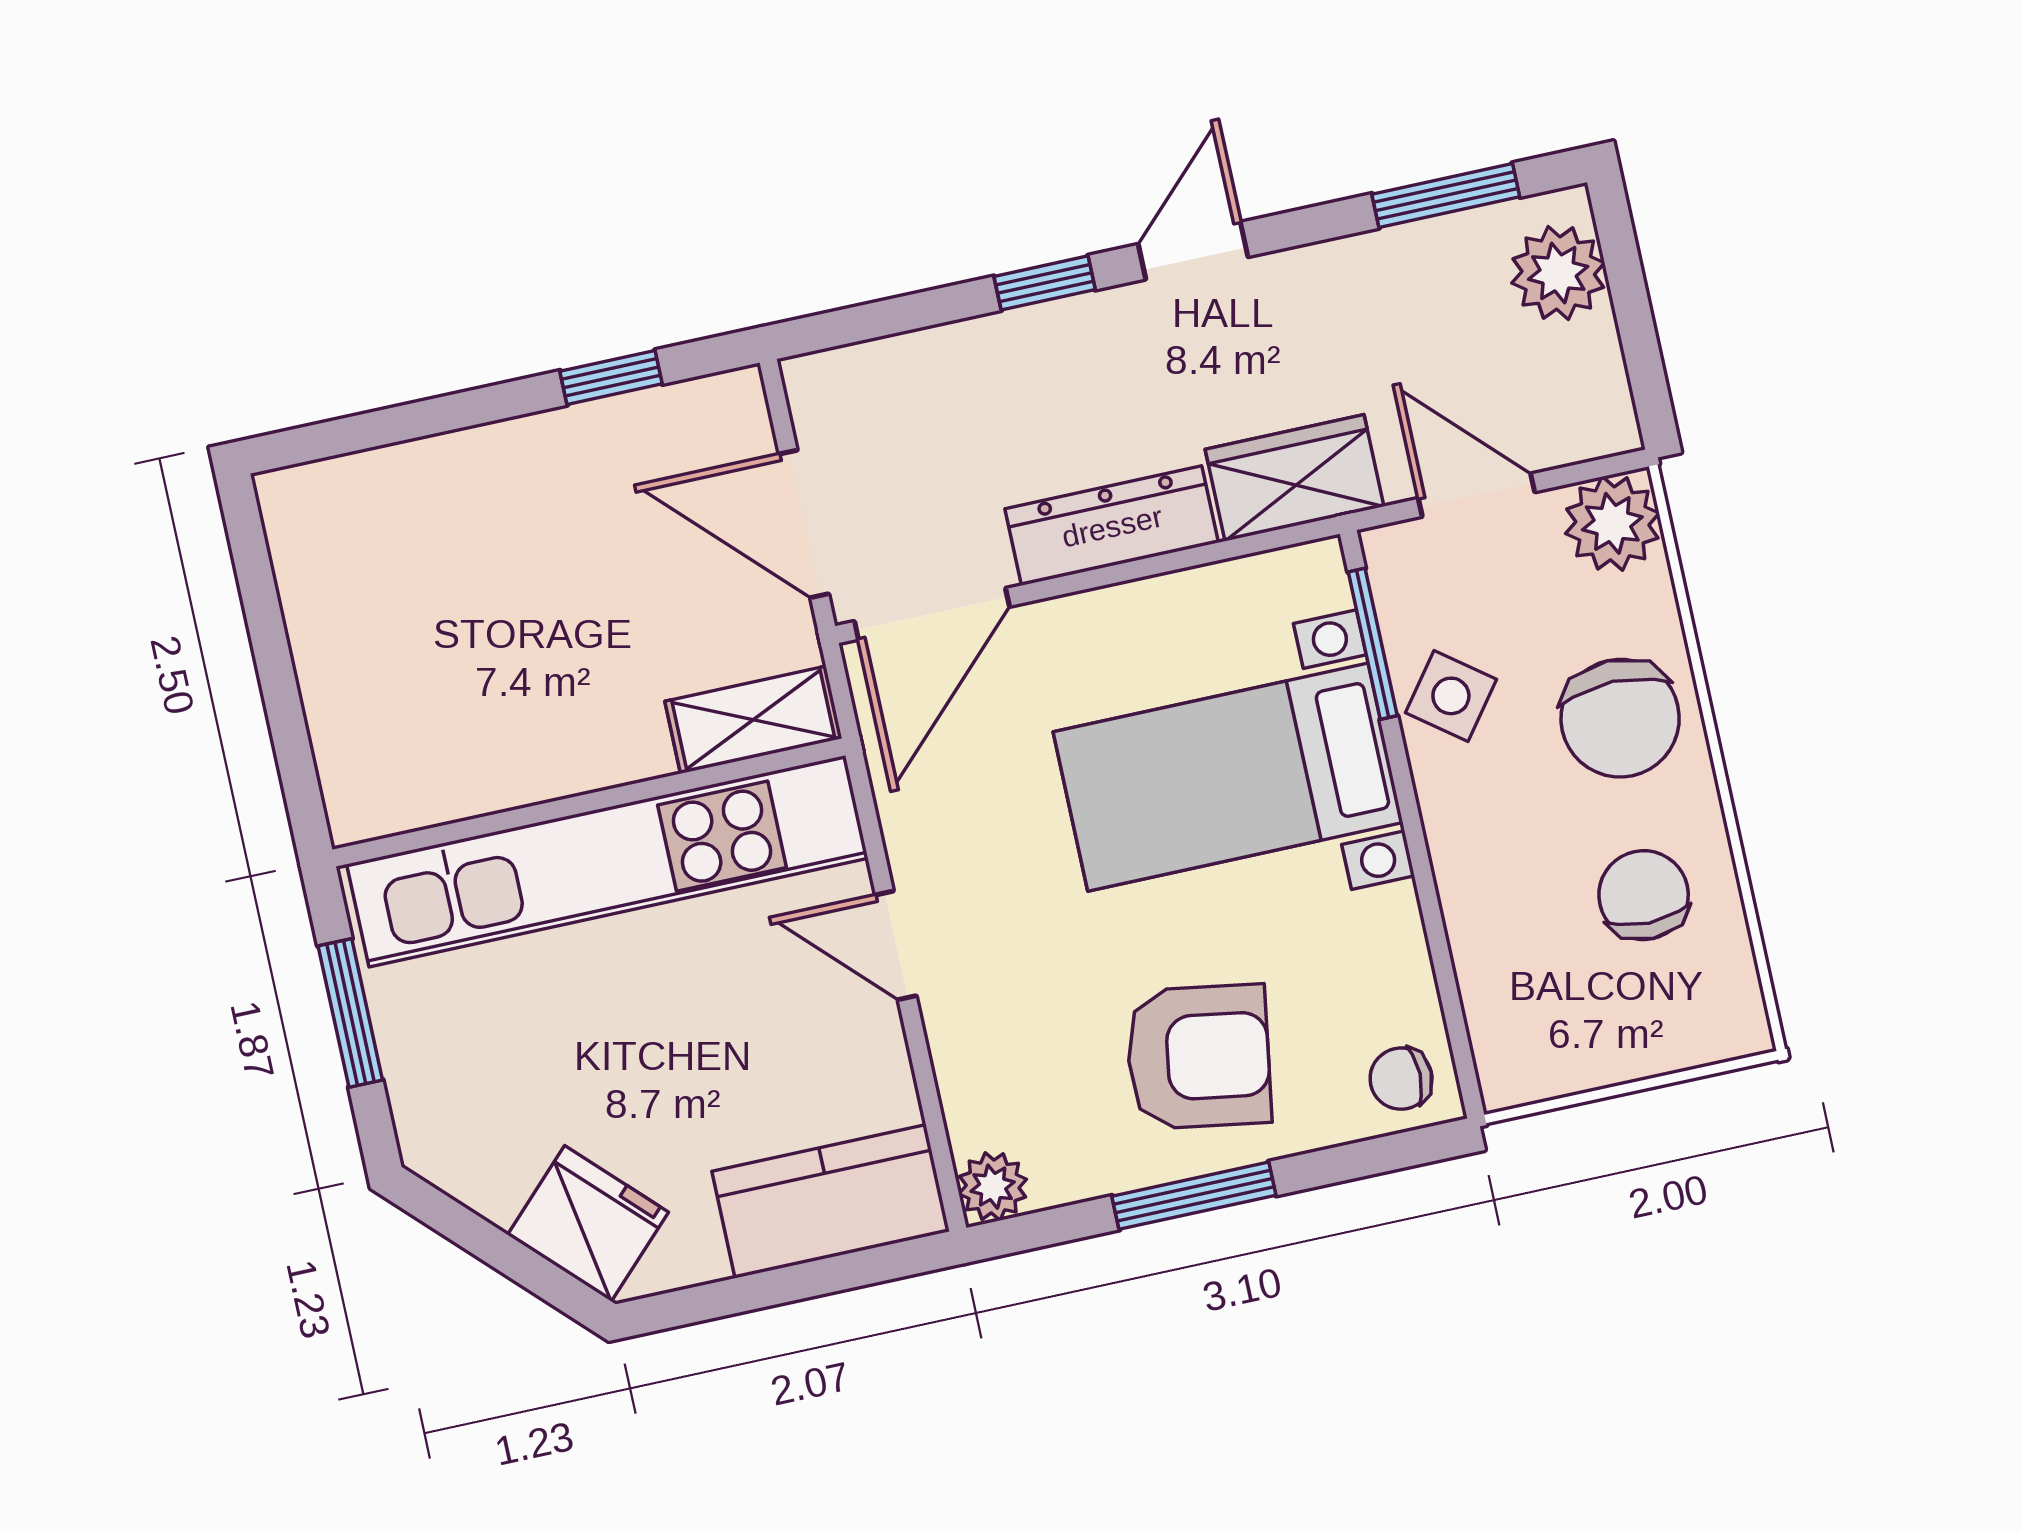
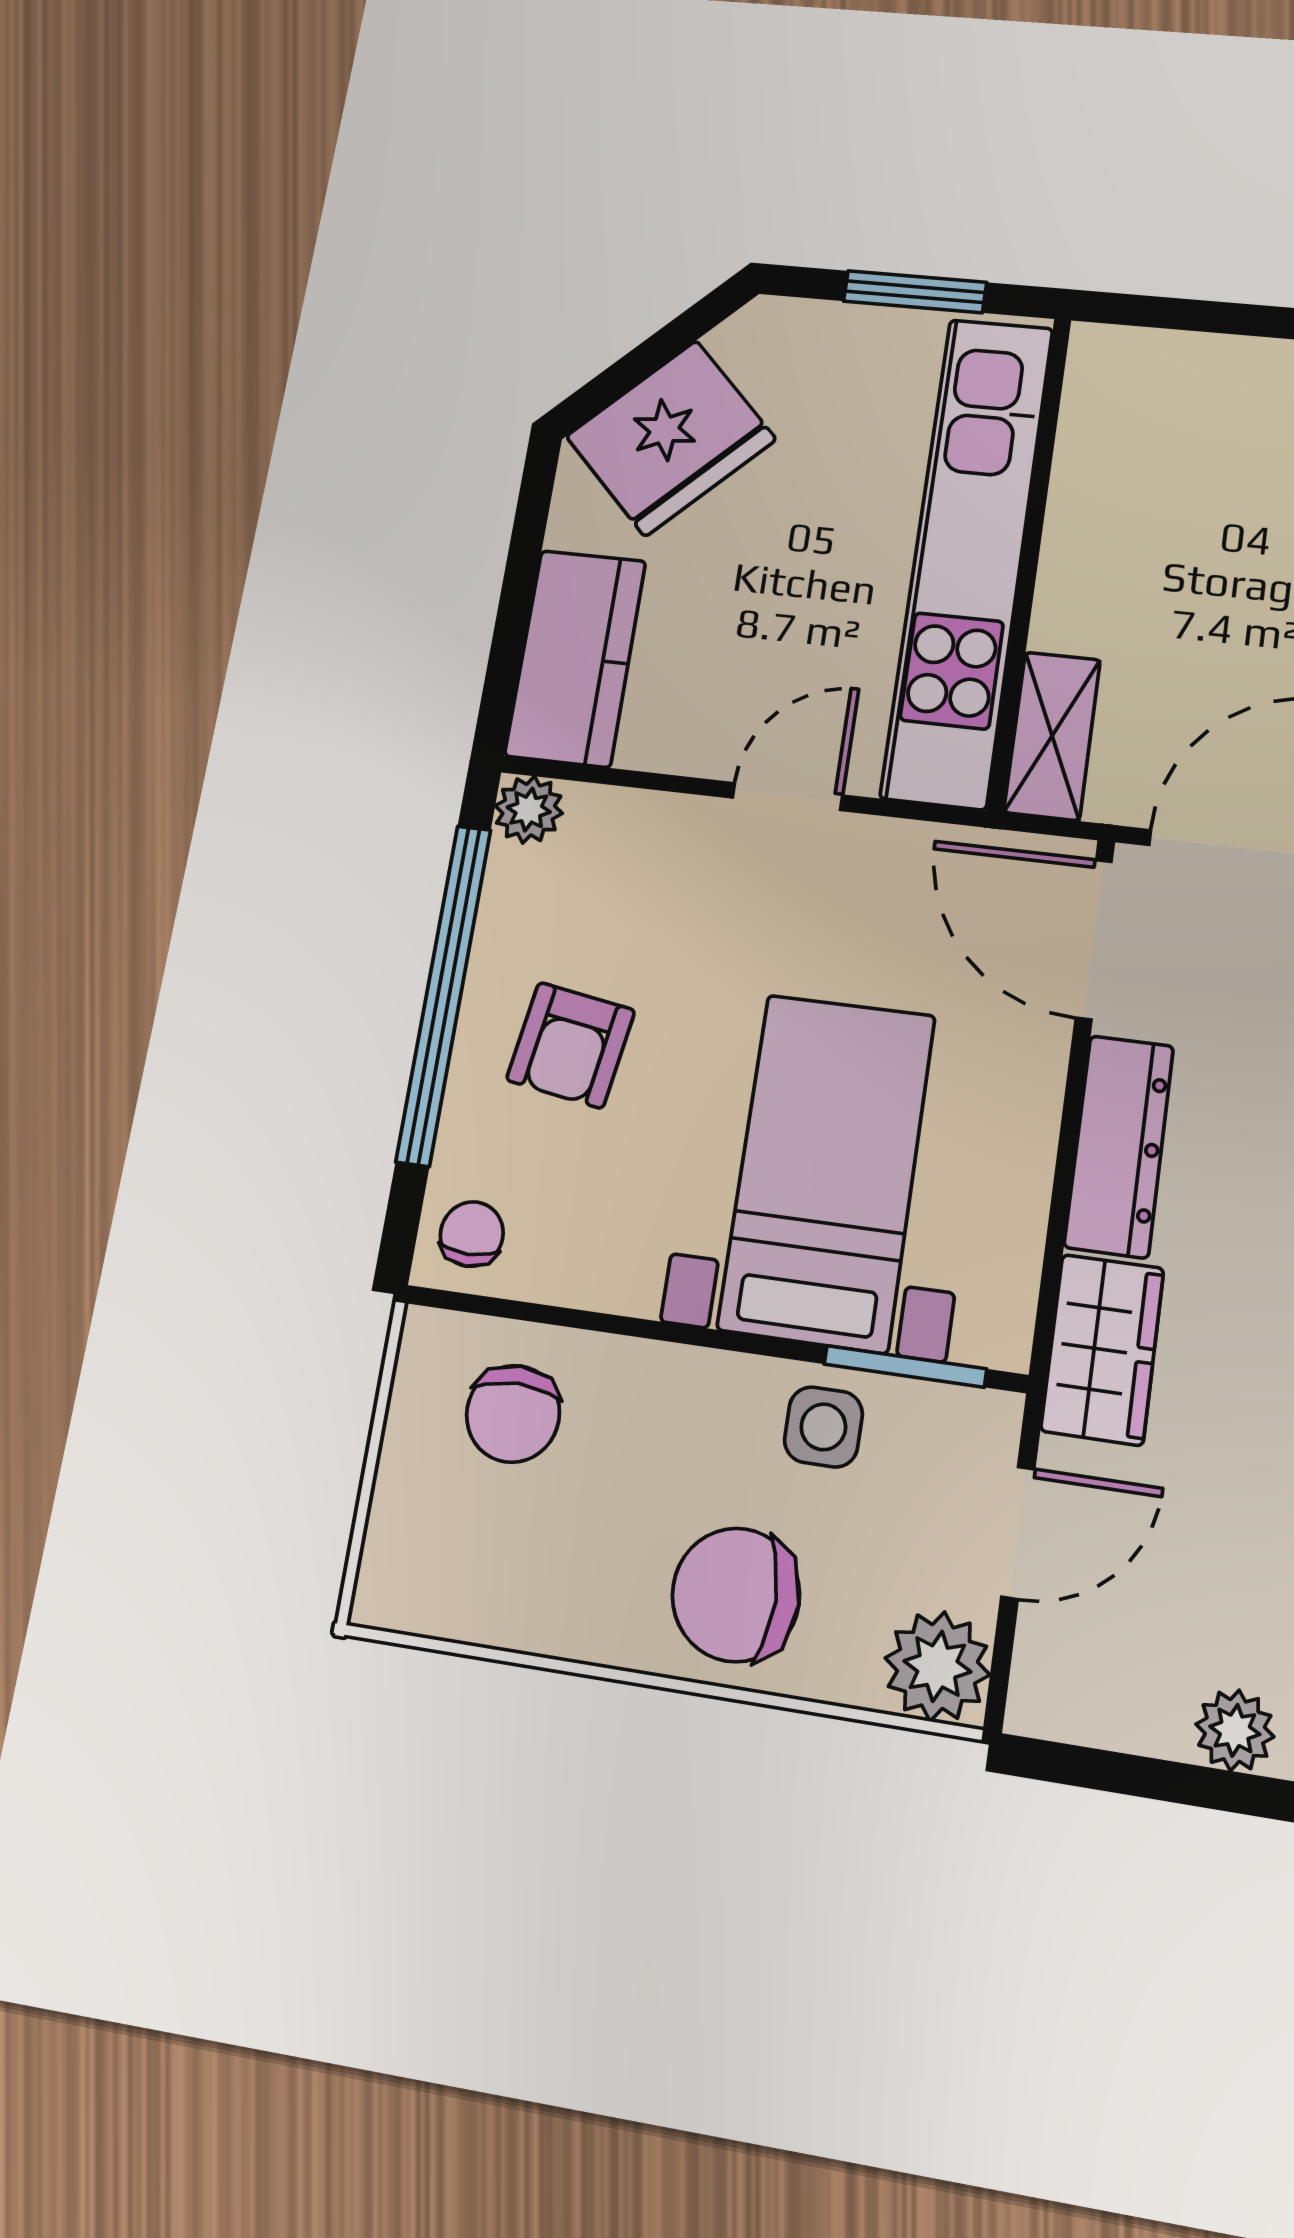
plant: (1558, 273) -> (1235, 1730), width x0.73, depth x0.73
side table: (1451, 696) -> (823, 1427), turned -37
chair: (1644, 895) -> (513, 1414), moved, turned 90
armchair: (1199, 1057) -> (571, 1045), width x0.72, depth x0.72
window: (1194, 1196) -> (444, 994), width x2.11
fridge: (588, 1224) -> (671, 438), width x1.36, depth x1.34

